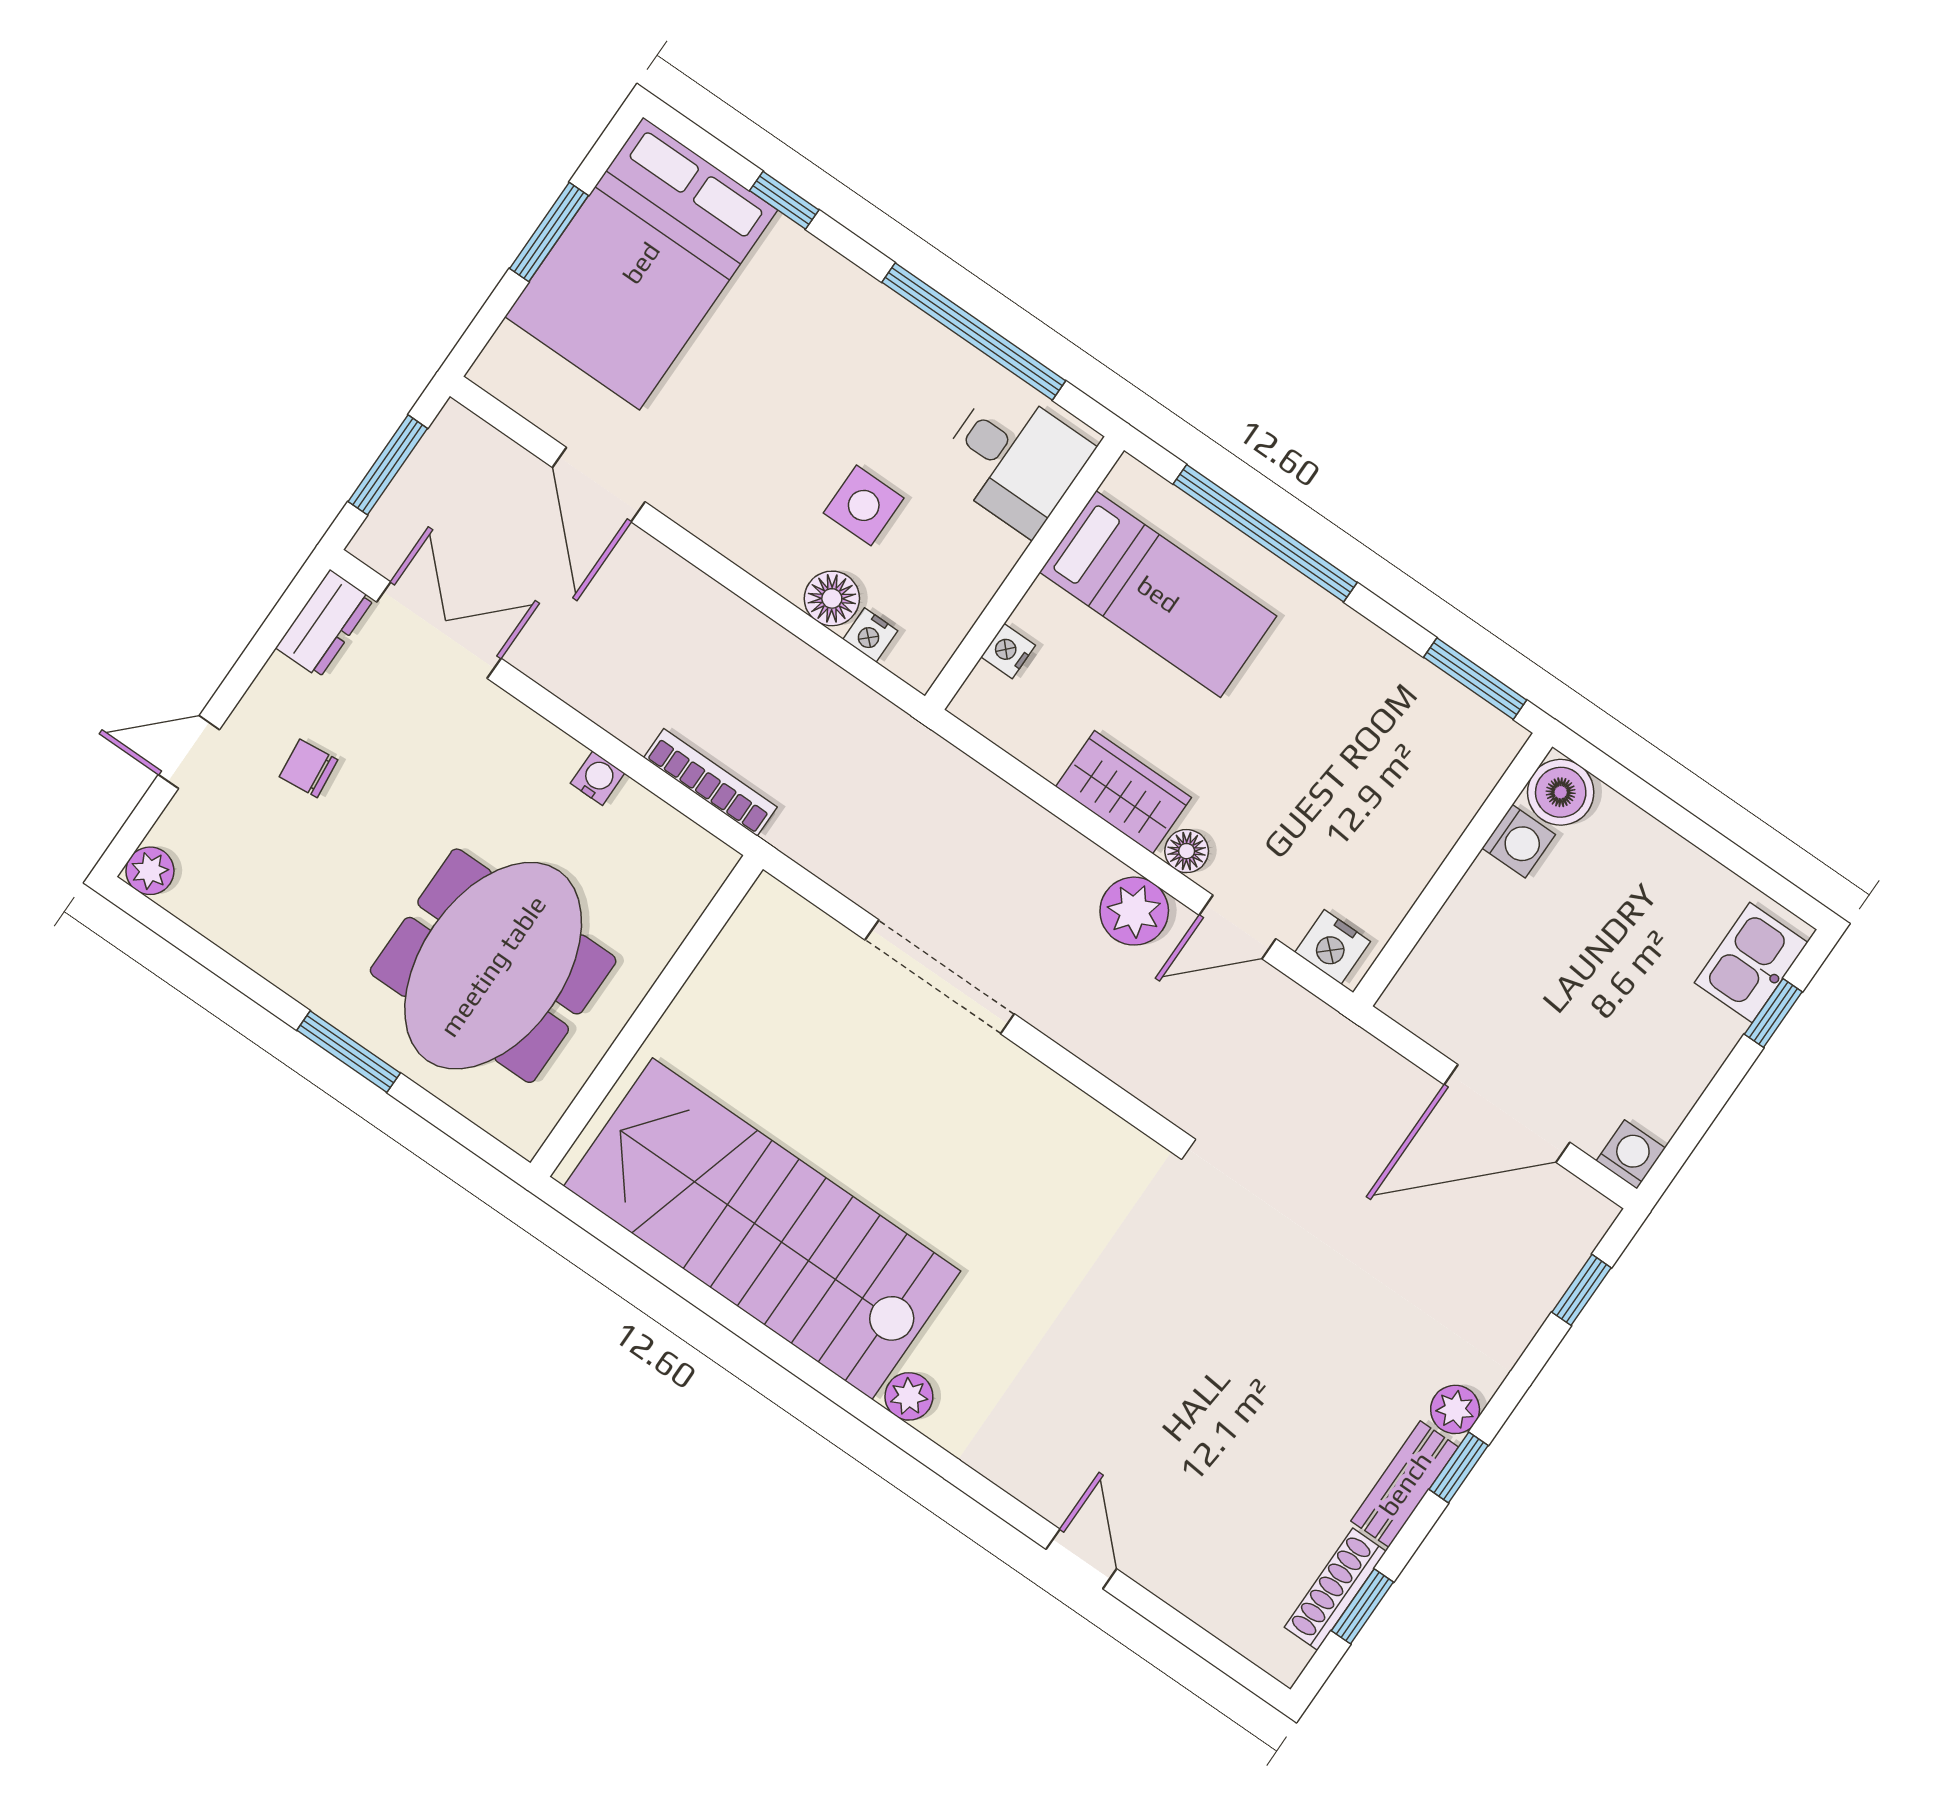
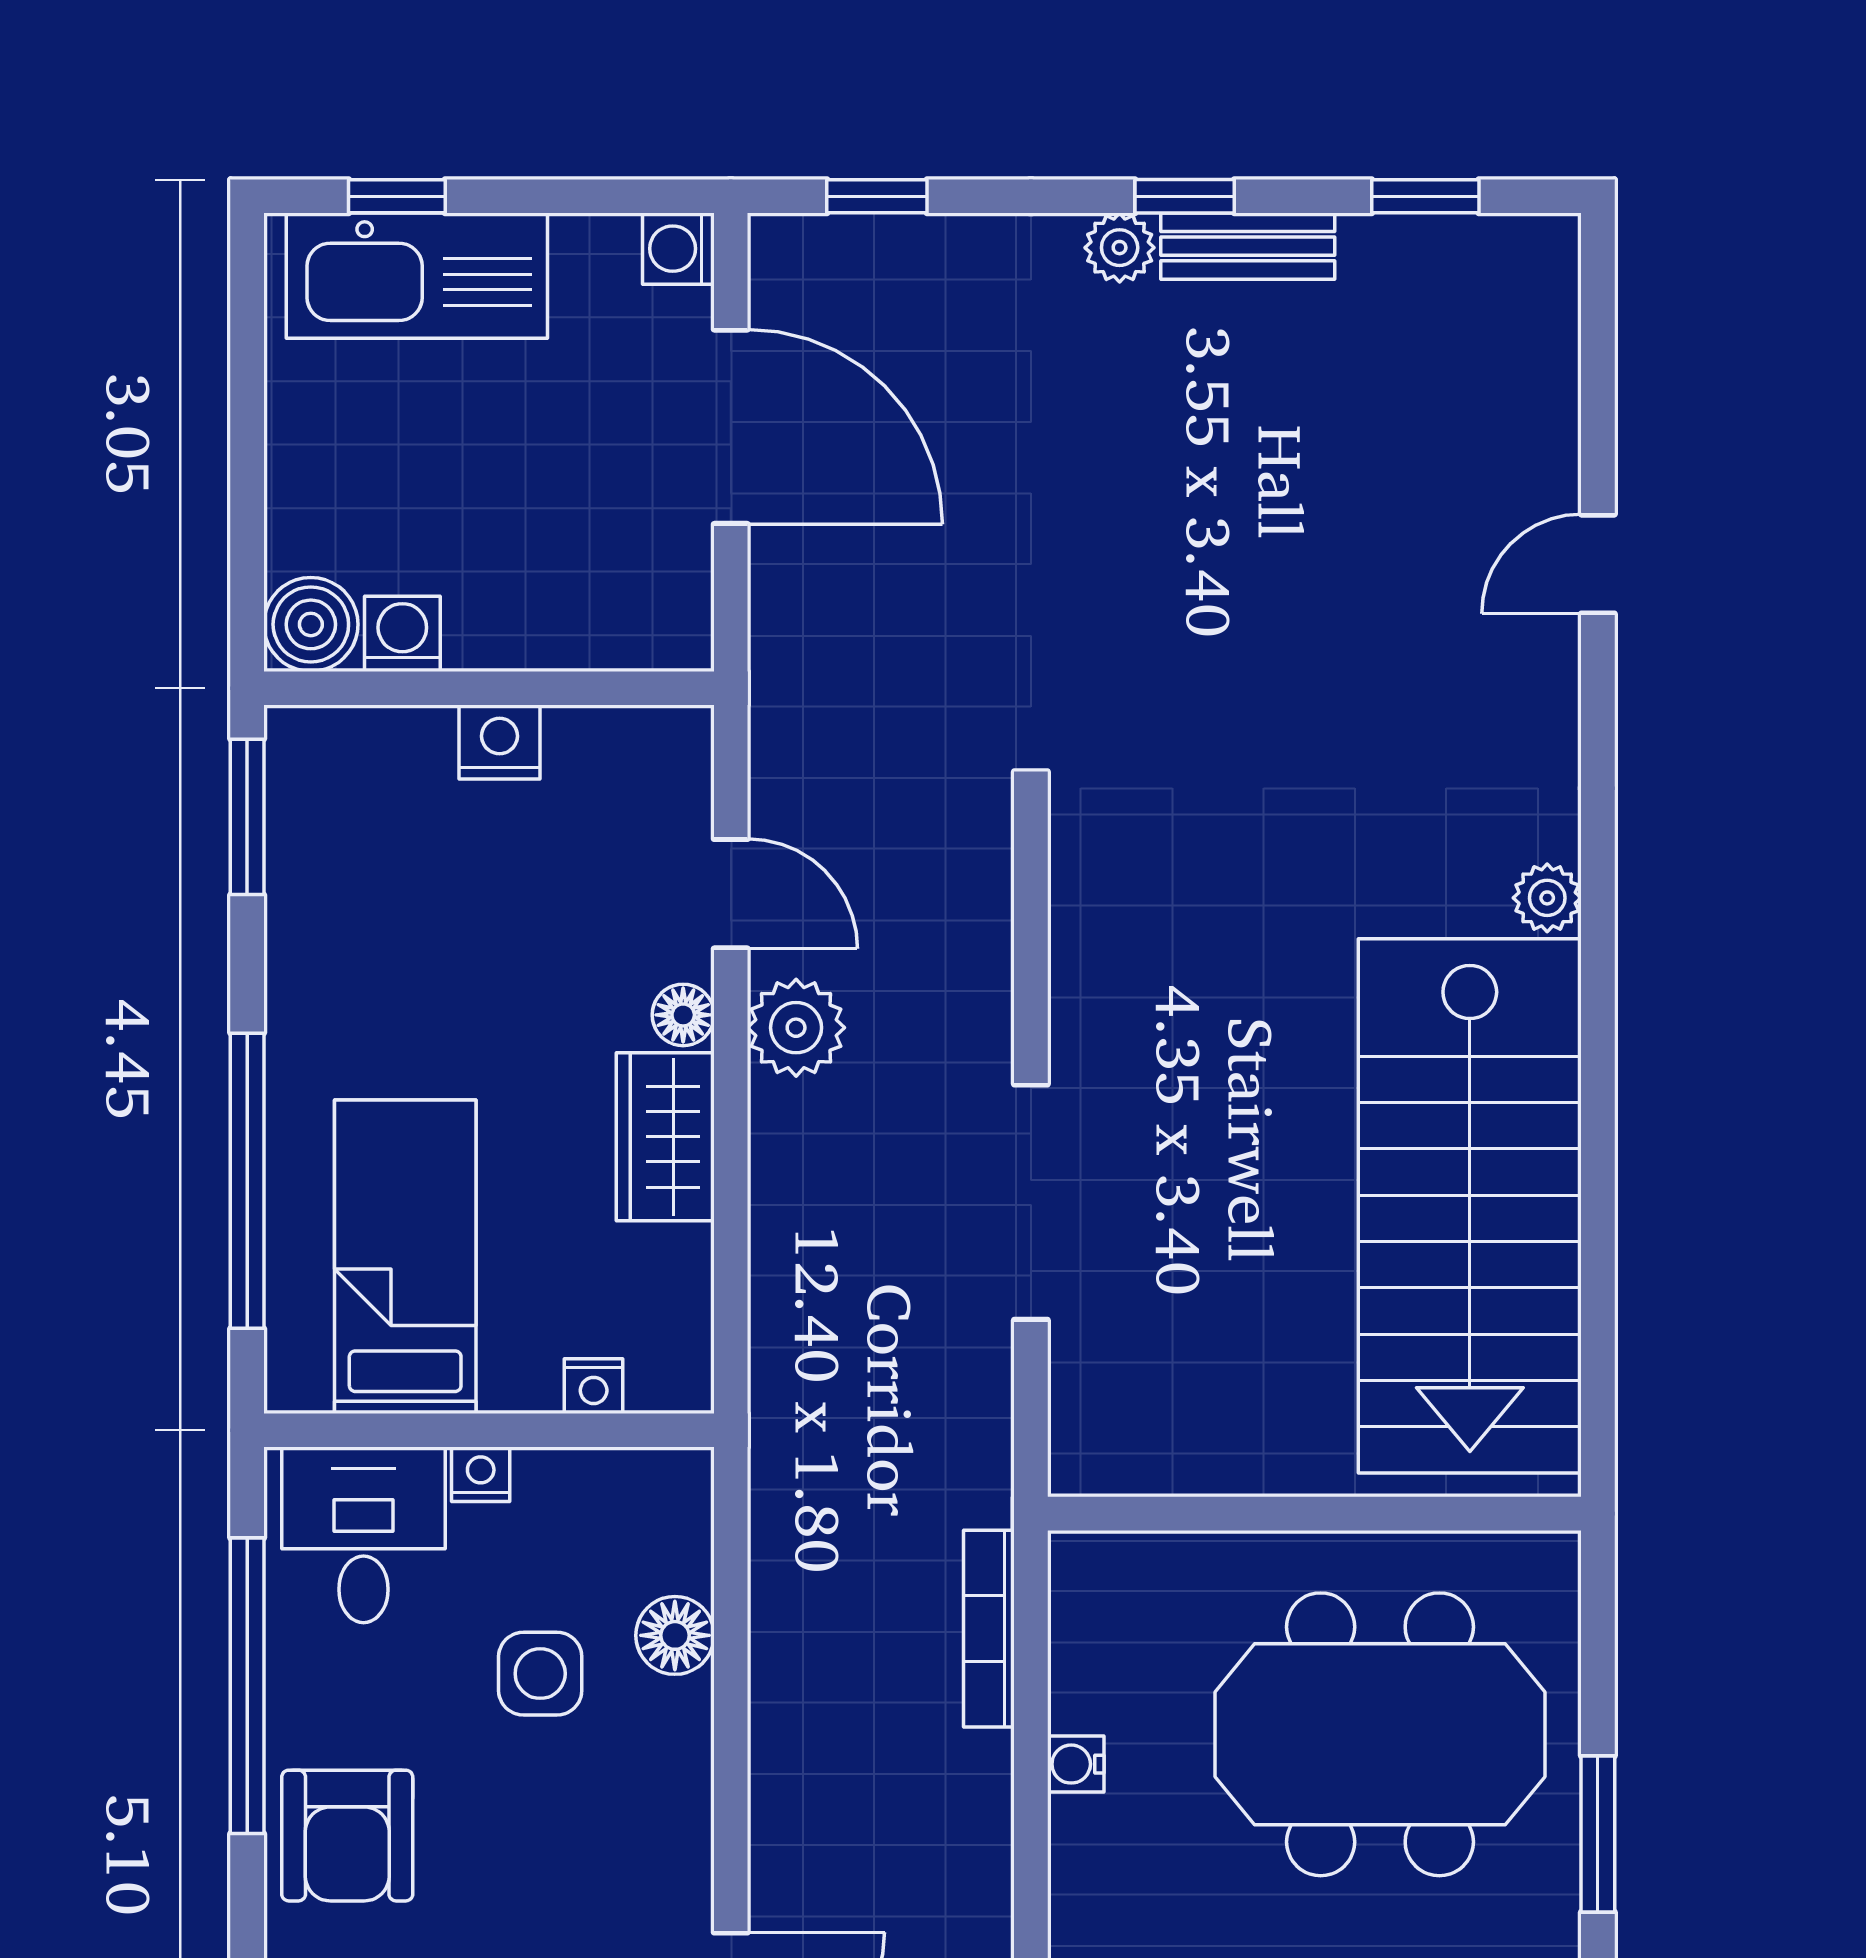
armchair: (847, 329) -> (347, 1836), added
nightstand: (870, 635) -> (481, 1474), moved, turned -90
nightstand: (1333, 947) -> (500, 742), moved, turned -90
kitchen sink: (1751, 963) -> (417, 276), width x1.88, depth x1.24
shoe rack: (1335, 1589) -> (1427, 242), removed

